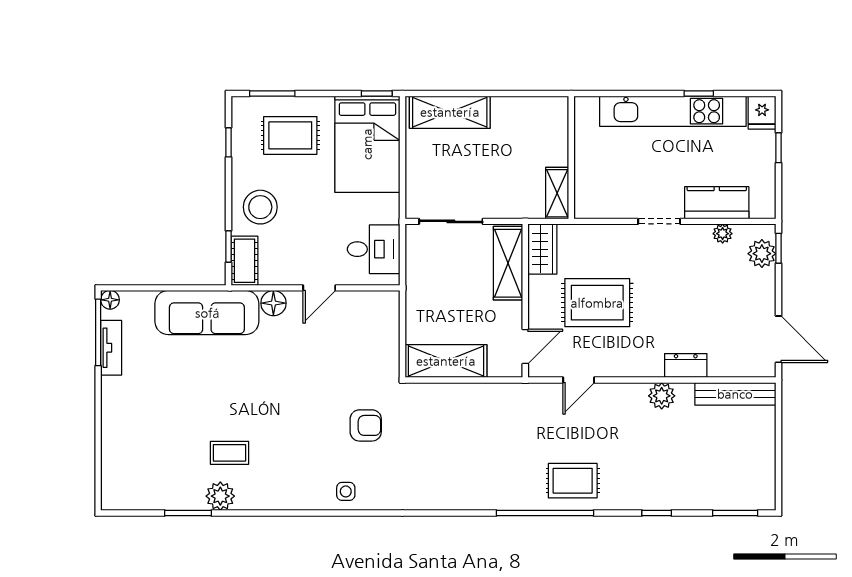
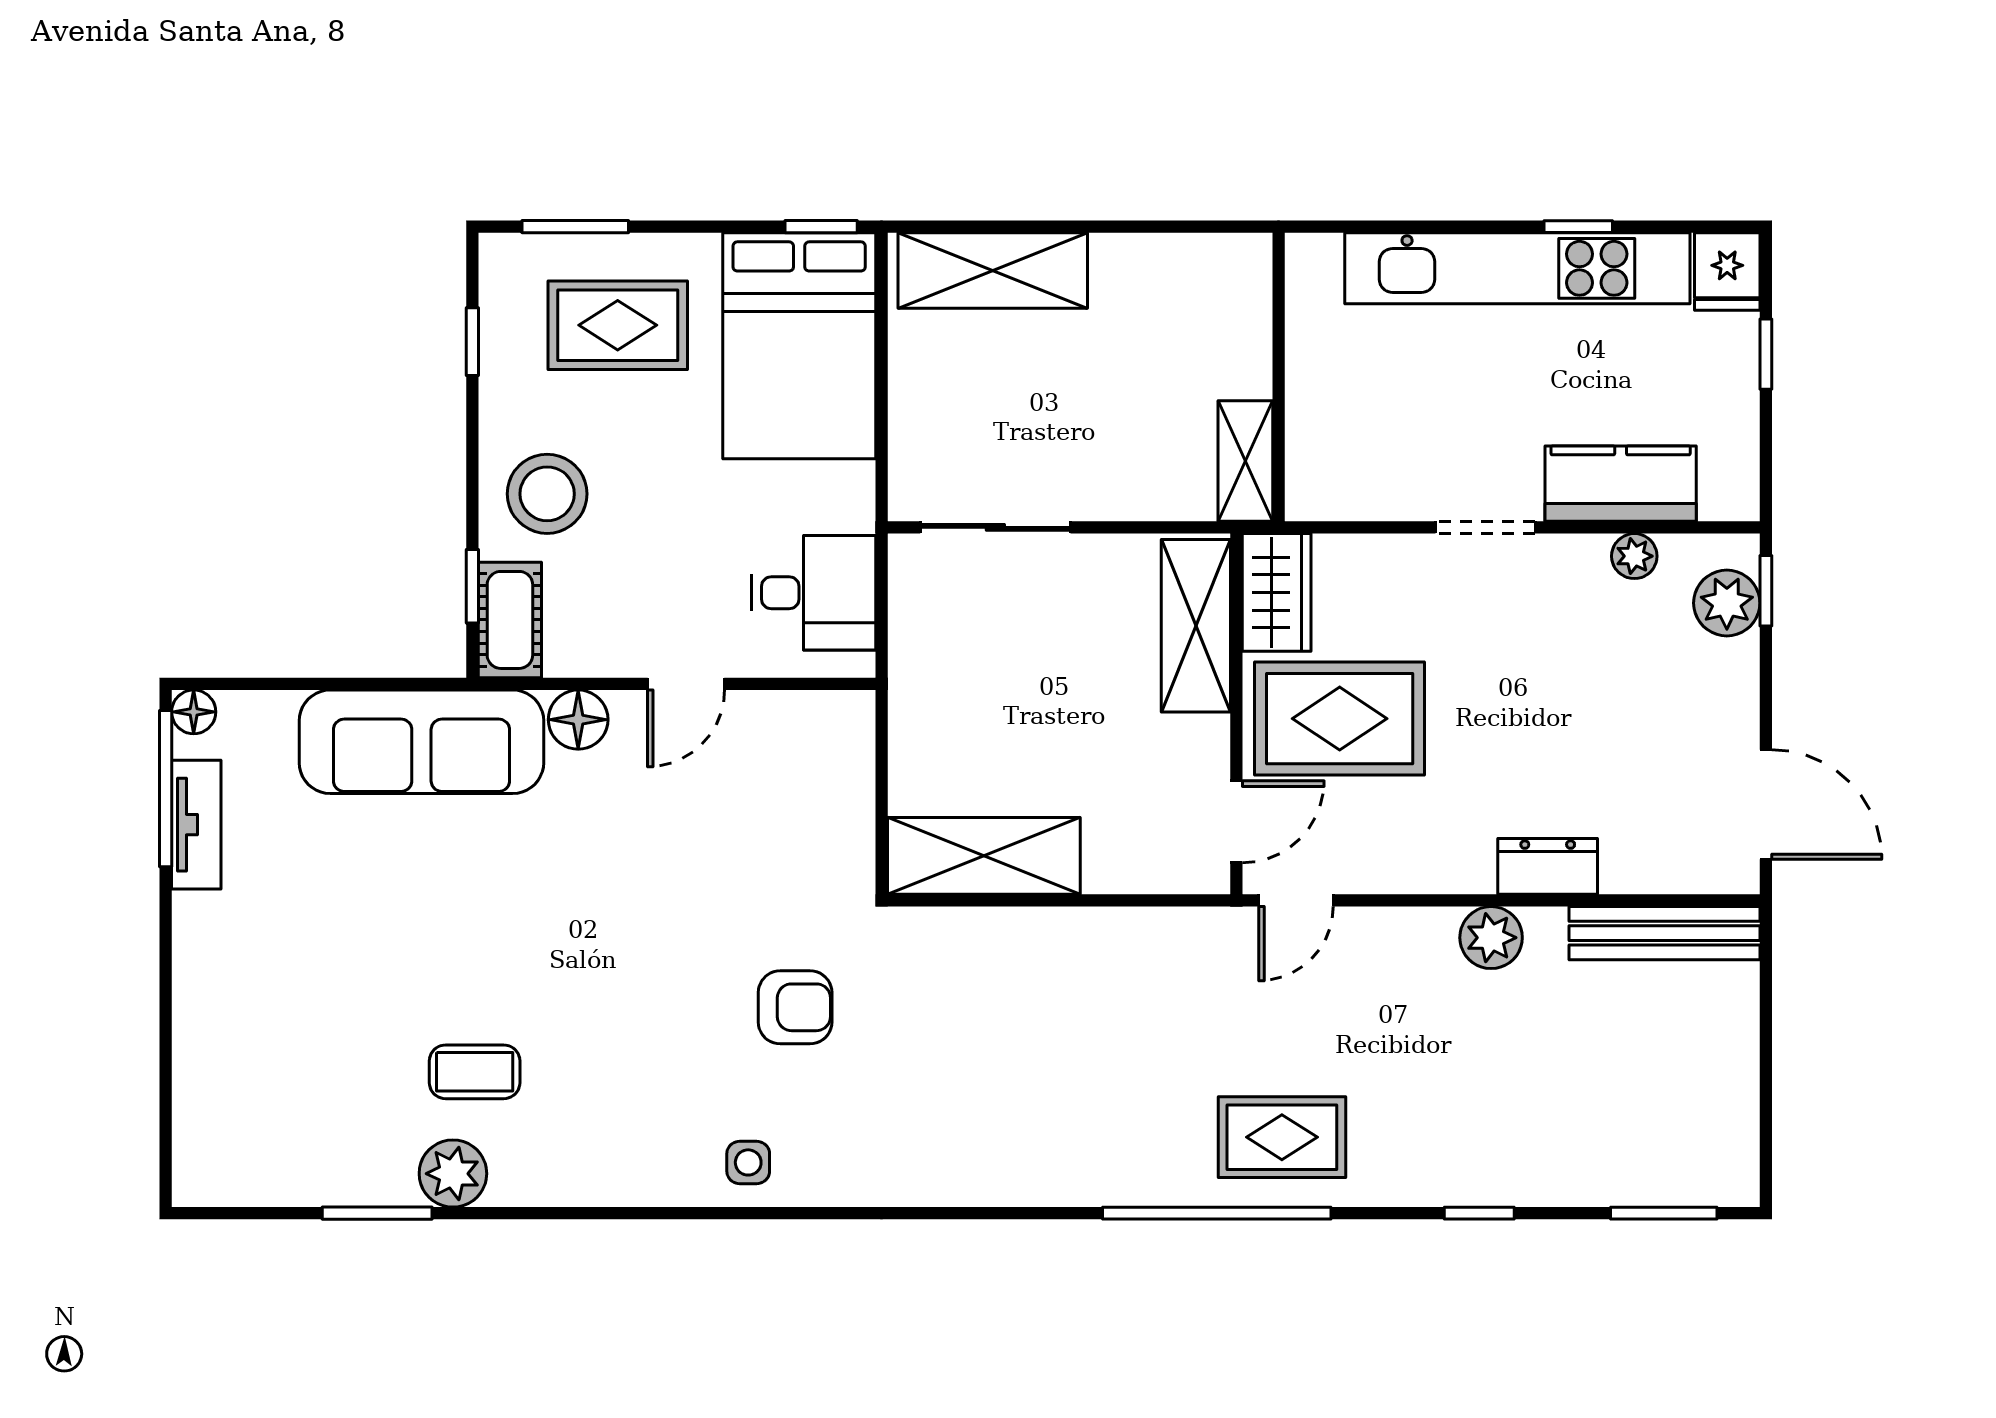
wardrobe: (542, 249) -> (1277, 592), moved
shelving: (508, 263) -> (1196, 626), moved
wall: (525, 301) -> (1236, 714), moved
door: (525, 347) -> (1236, 822), moved

